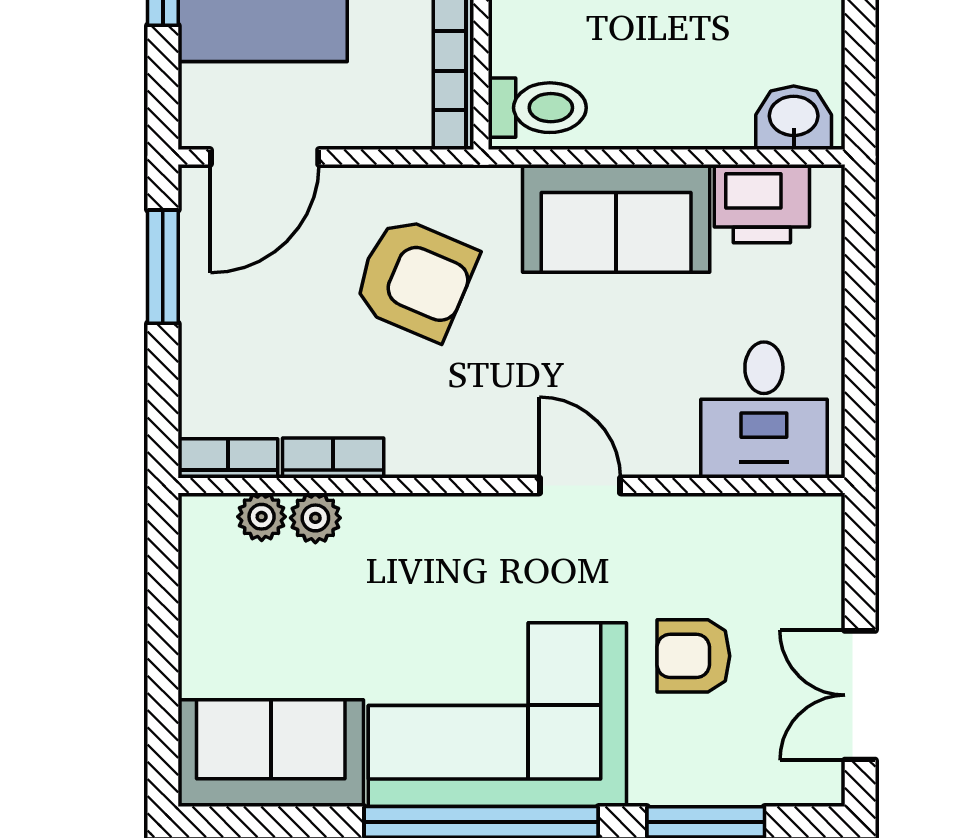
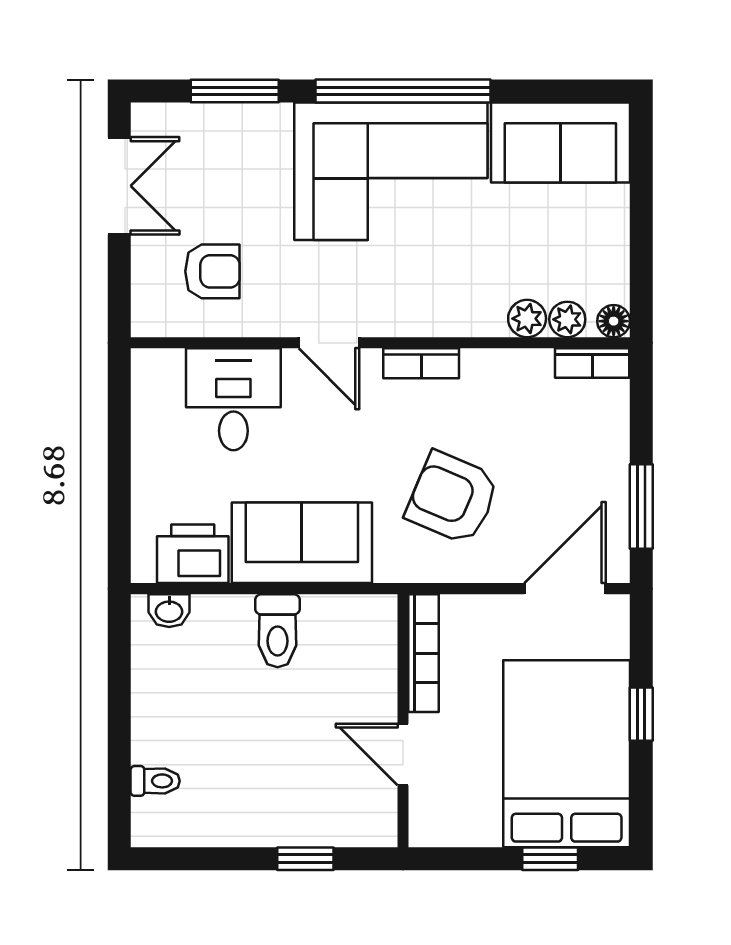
toilet: (537, 108) -> (278, 631), moved, turned -90
washbasin: (794, 118) -> (169, 611), width x0.72, depth x0.69
desk: (764, 410) -> (233, 399), moved
bookcase: (333, 458) -> (421, 363), moved
floor lamp: (200, 514) -> (614, 321), added
armchair: (693, 656) -> (212, 271), moved

